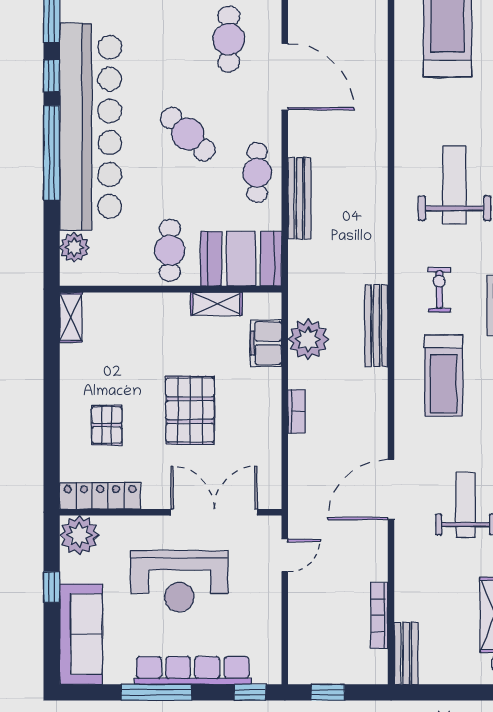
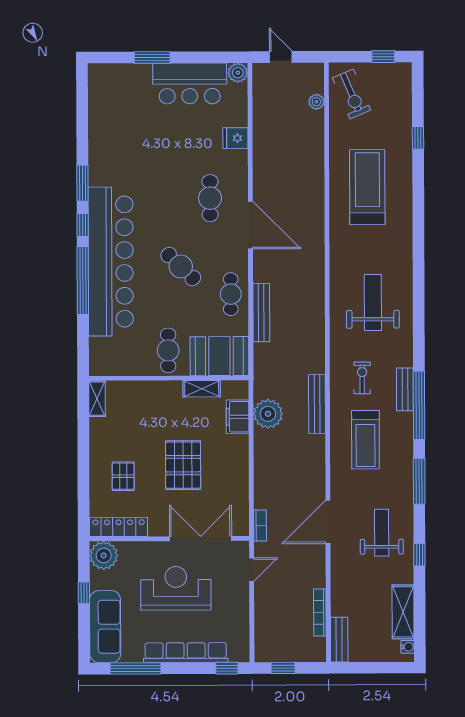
plant: (74, 247) -> (99, 348), removed
bookcase: (297, 411) -> (260, 526), moved
reception desk: (179, 581) -> (176, 588), turned 180
window: (156, 692) -> (135, 668), moved

